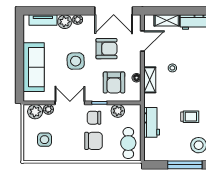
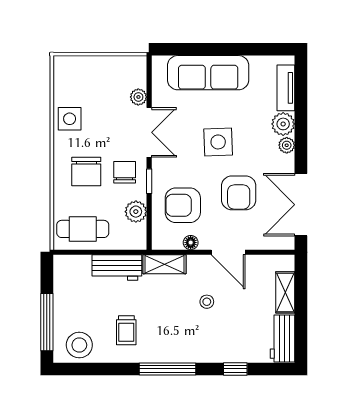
door: (142, 41) -> (228, 252), moved
shelving: (150, 80) -> (165, 264), moved
plant: (35, 112) -> (135, 75), removed
side table: (45, 140) -> (70, 119), moved

